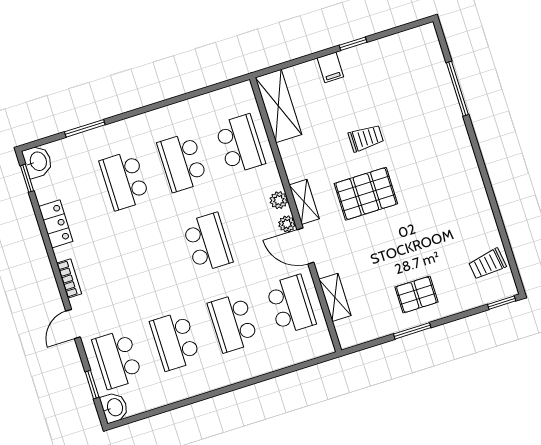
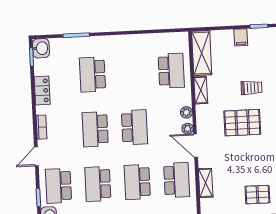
school desk: (182, 162) -> (95, 129), moved
shelving: (304, 202) -> (201, 90), moved

